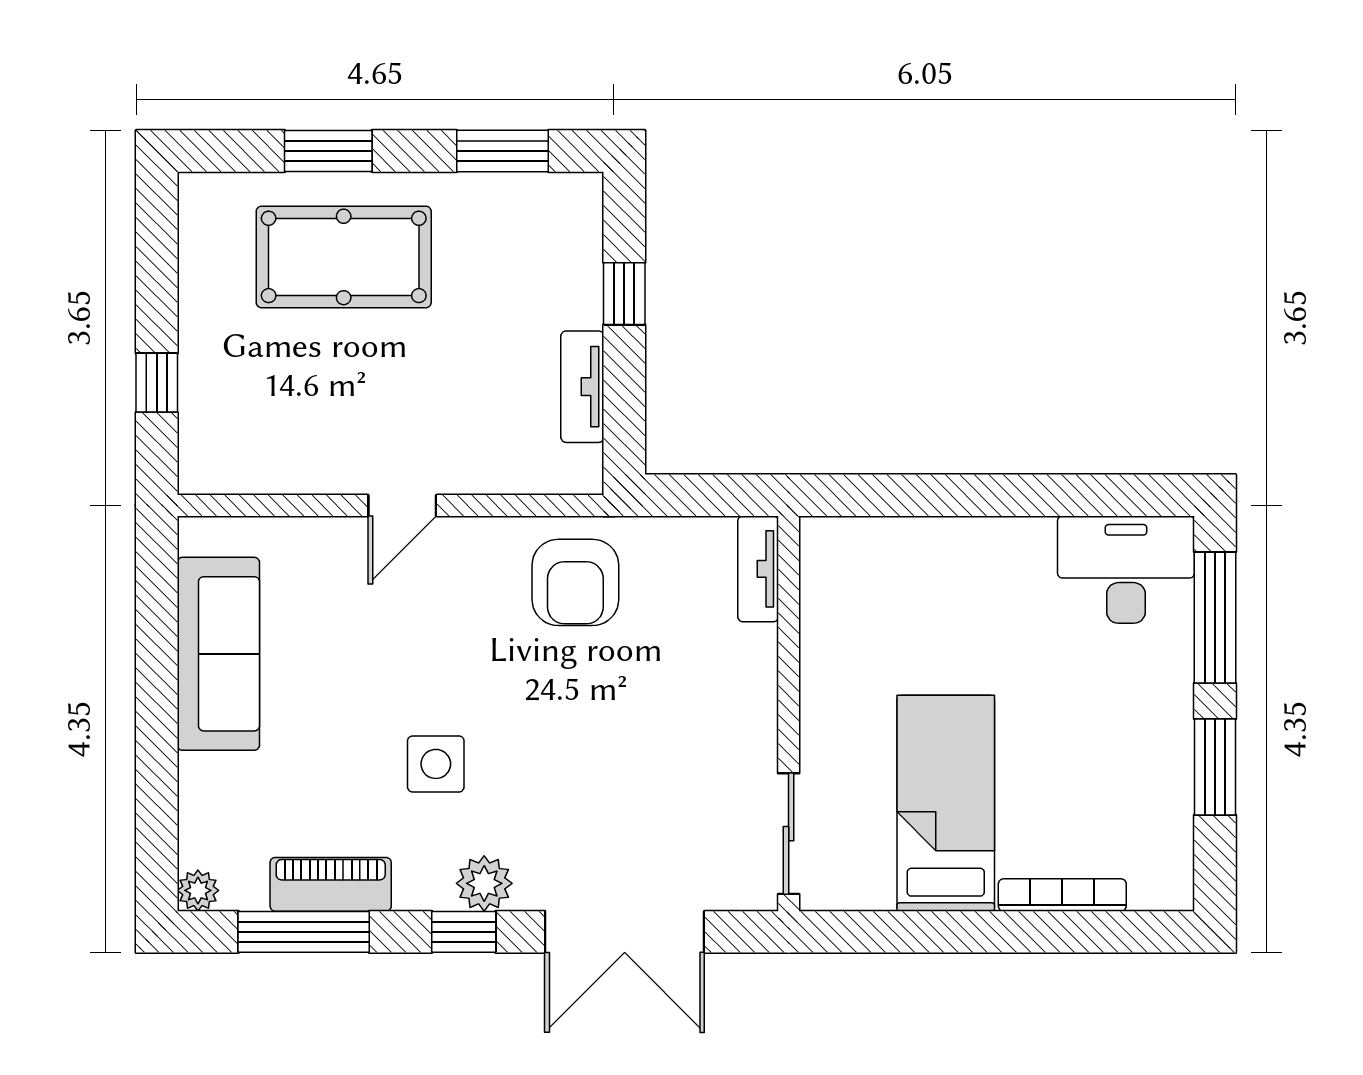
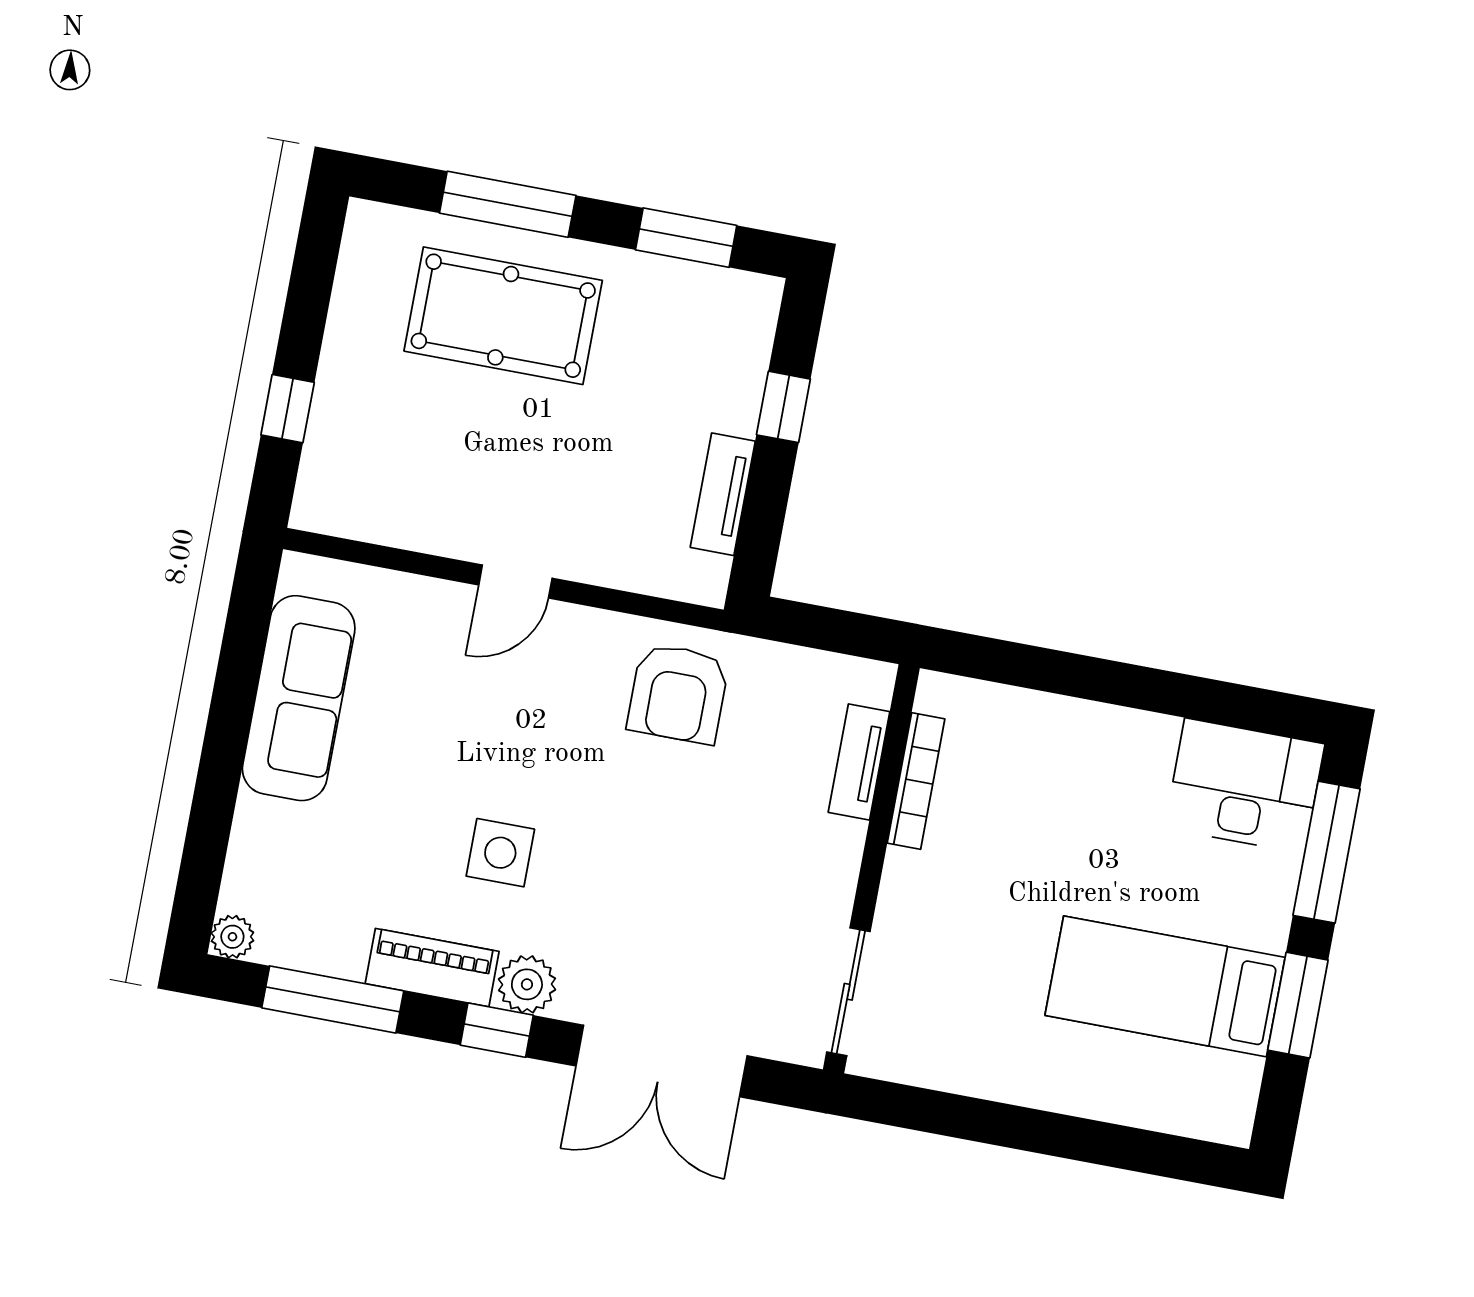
window: (328, 151) -> (508, 204), width x1.44
tv unit: (758, 569) -> (859, 762), moved
bed: (946, 803) -> (1165, 986), moved, turned -90
piano: (331, 884) -> (432, 968), moved
bookcase: (1062, 895) -> (916, 781), moved, turned 90

